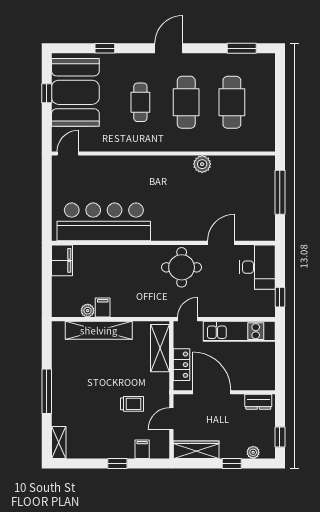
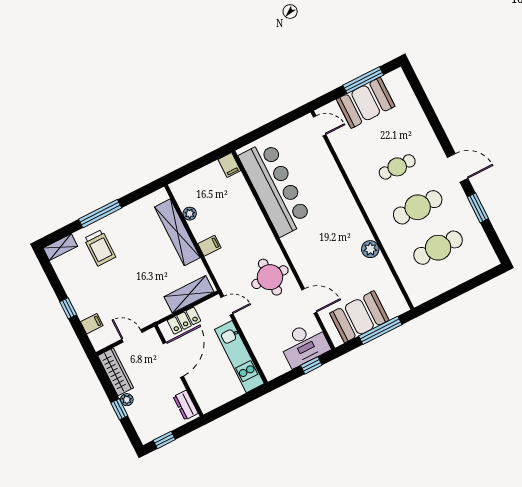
window: (105, 48) -> (429, 111), removed
window: (242, 48) -> (478, 208), moved
booth: (75, 92) -> (366, 103), width x0.73, depth x0.70
window: (47, 93) -> (363, 80), width x2.17
booth: (258, 205) -> (359, 317), added
filing cabinet: (62, 260) -> (229, 165), width x0.50
window: (280, 297) -> (311, 365), moved
filing cabinet: (103, 308) -> (209, 246), moved
trolley: (132, 404) -> (100, 248), moved, width x1.36, depth x1.39
plant: (253, 452) -> (127, 400), moved

